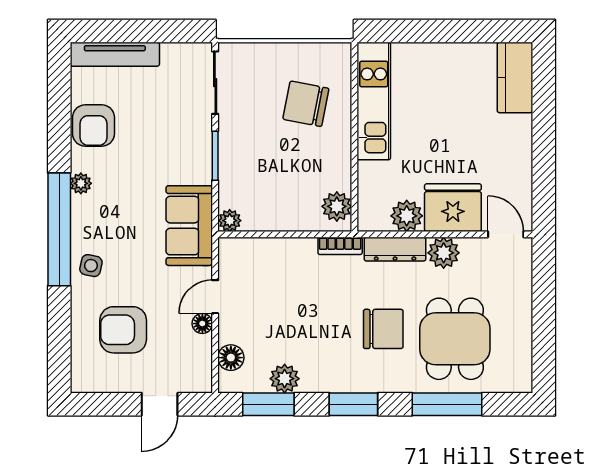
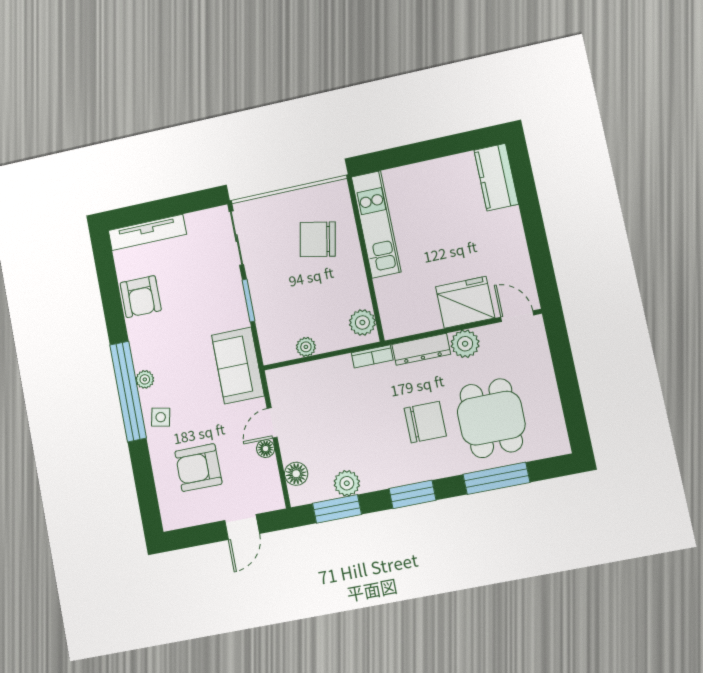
plant: (81, 183) -> (145, 379), moved
plant: (407, 216) -> (426, 318), removed
plant: (230, 221) -> (306, 347), moved

